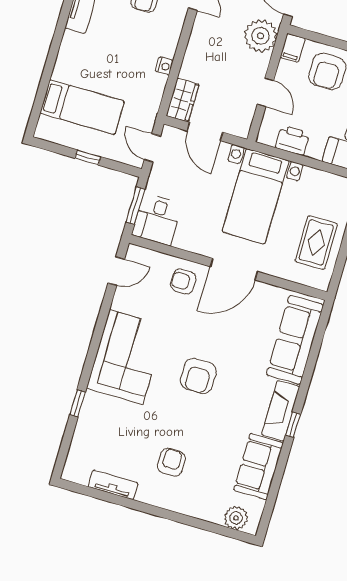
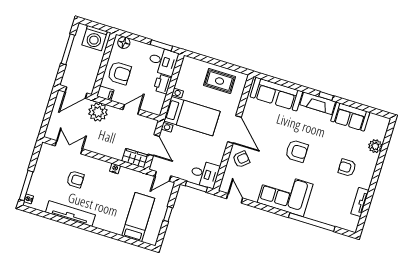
door: (205, 132) -> (154, 145), hinge flipped
printer: (292, 140) -> (162, 84), moved
armchair: (183, 281) -> (241, 159), turned -131
window: (78, 403) -> (312, 222), width x3.17
plant: (236, 518) -> (375, 146), moved

